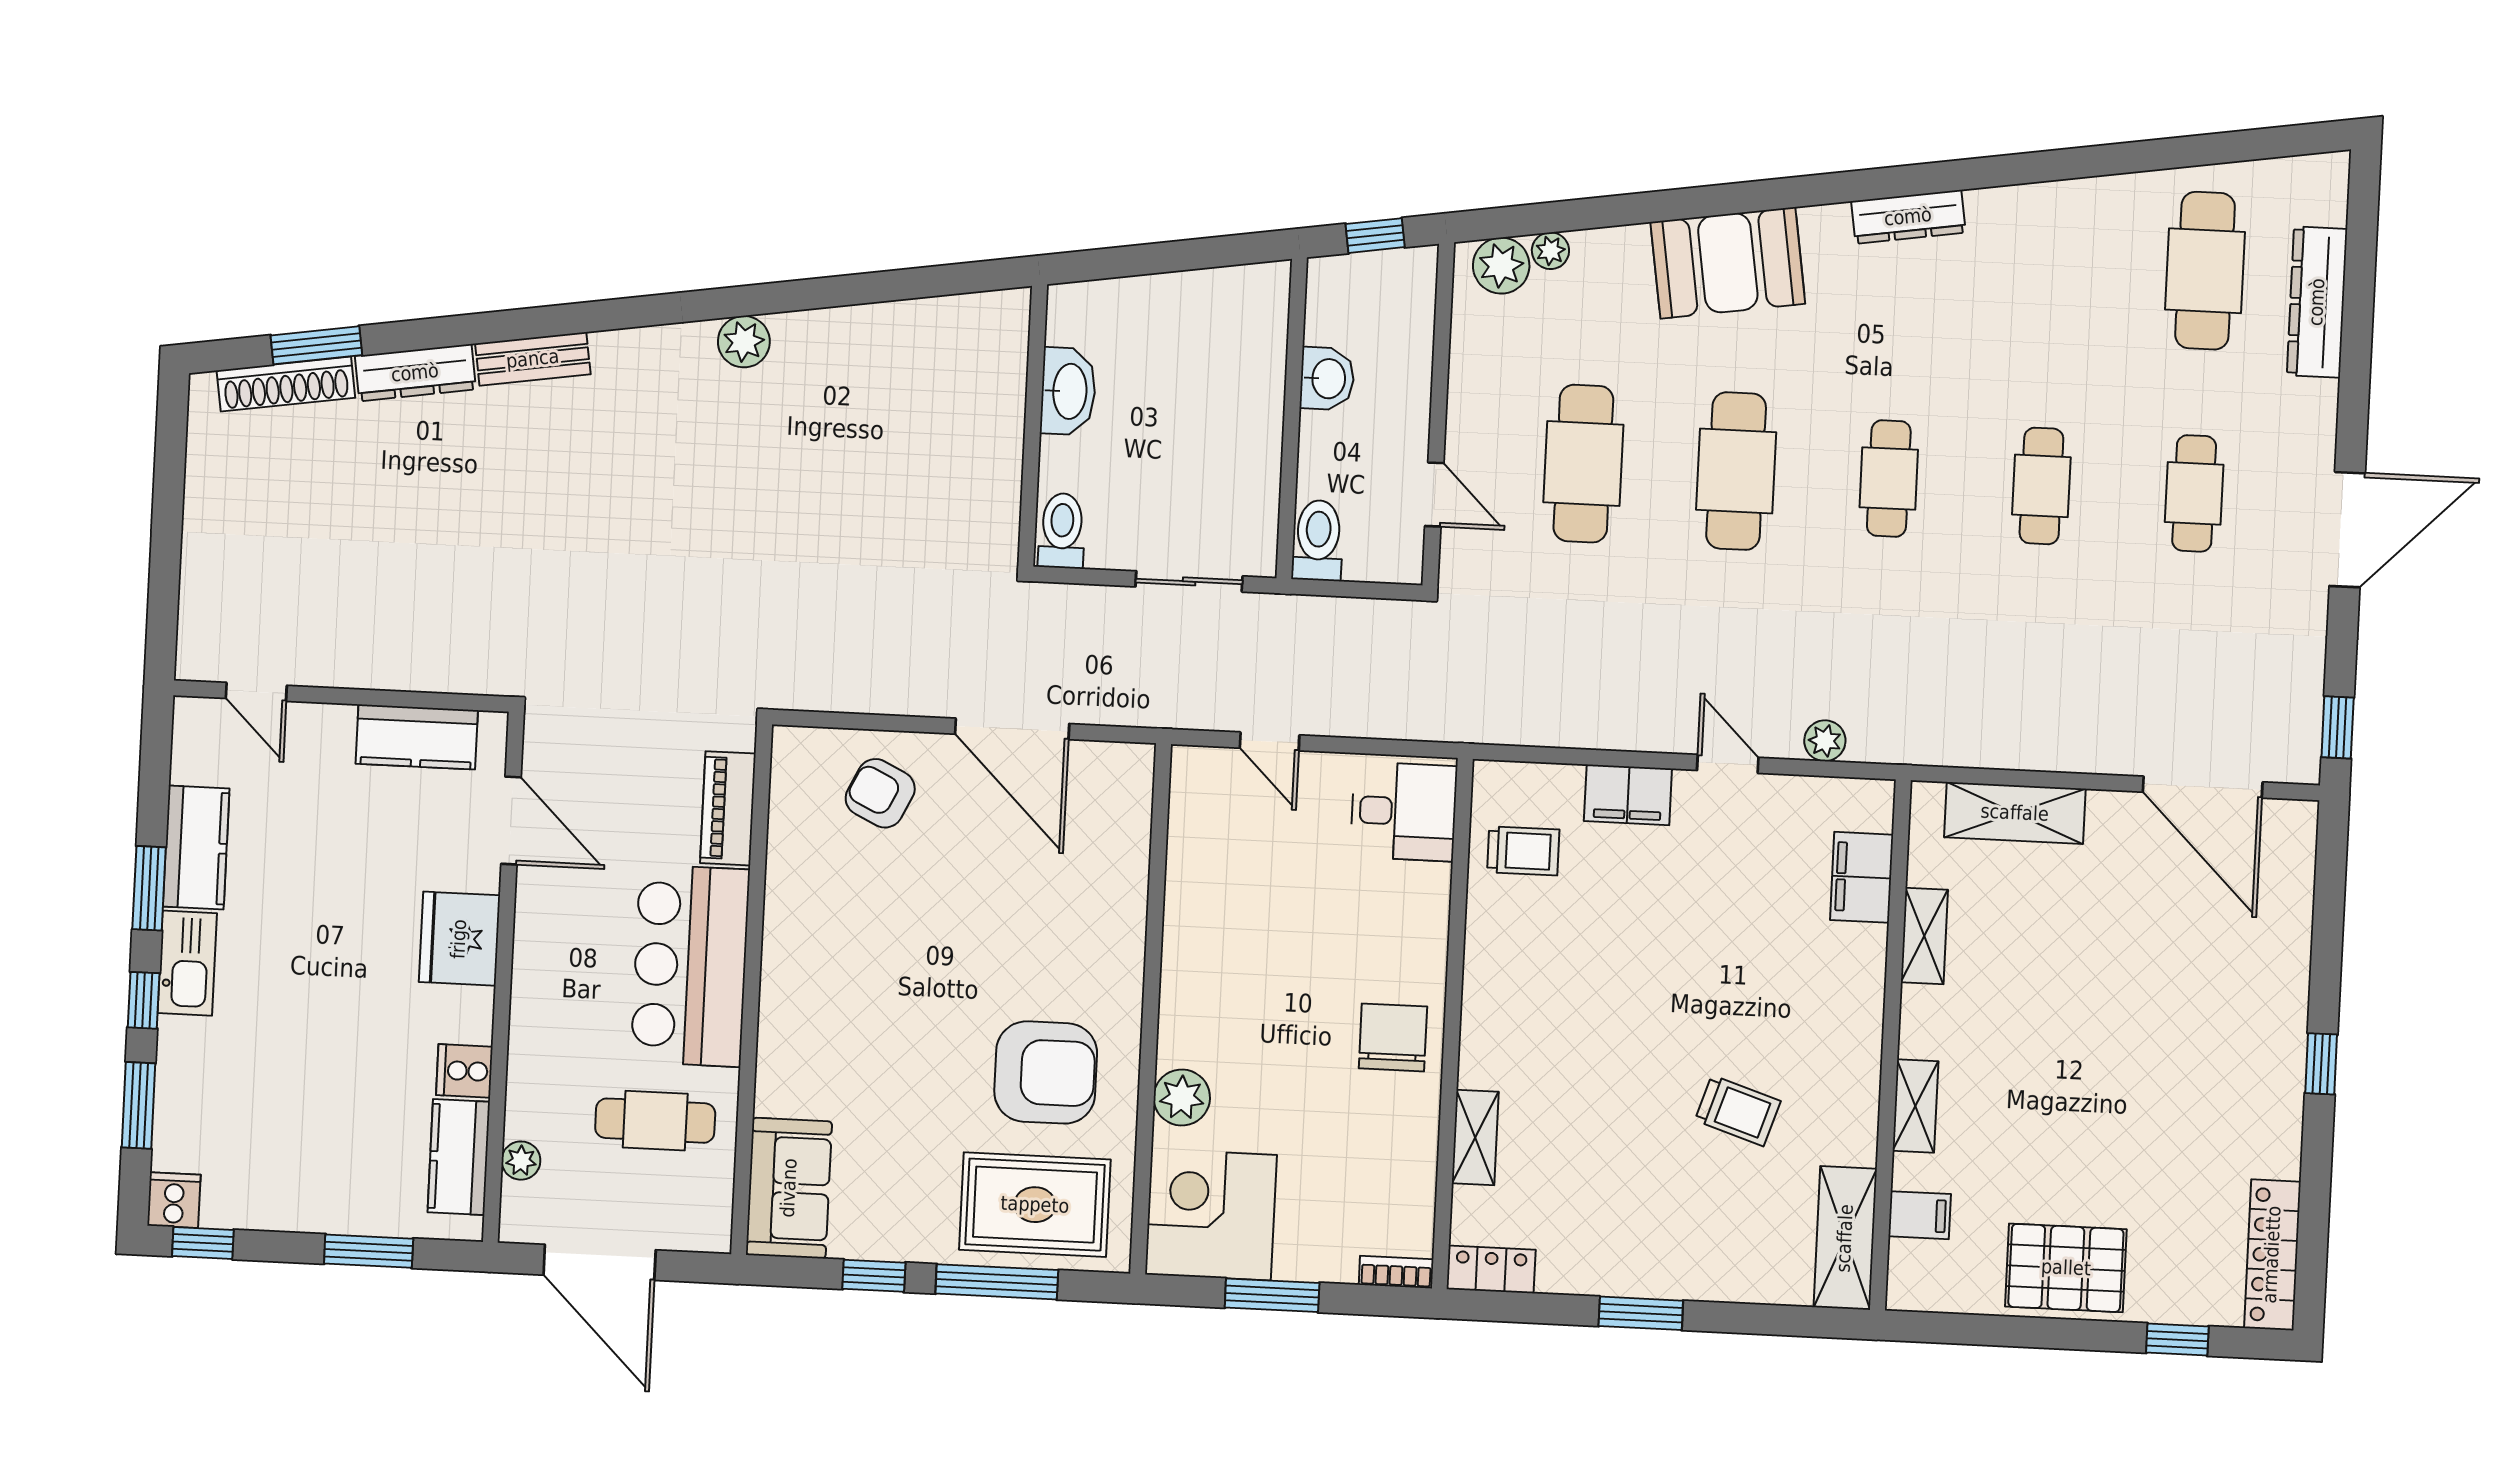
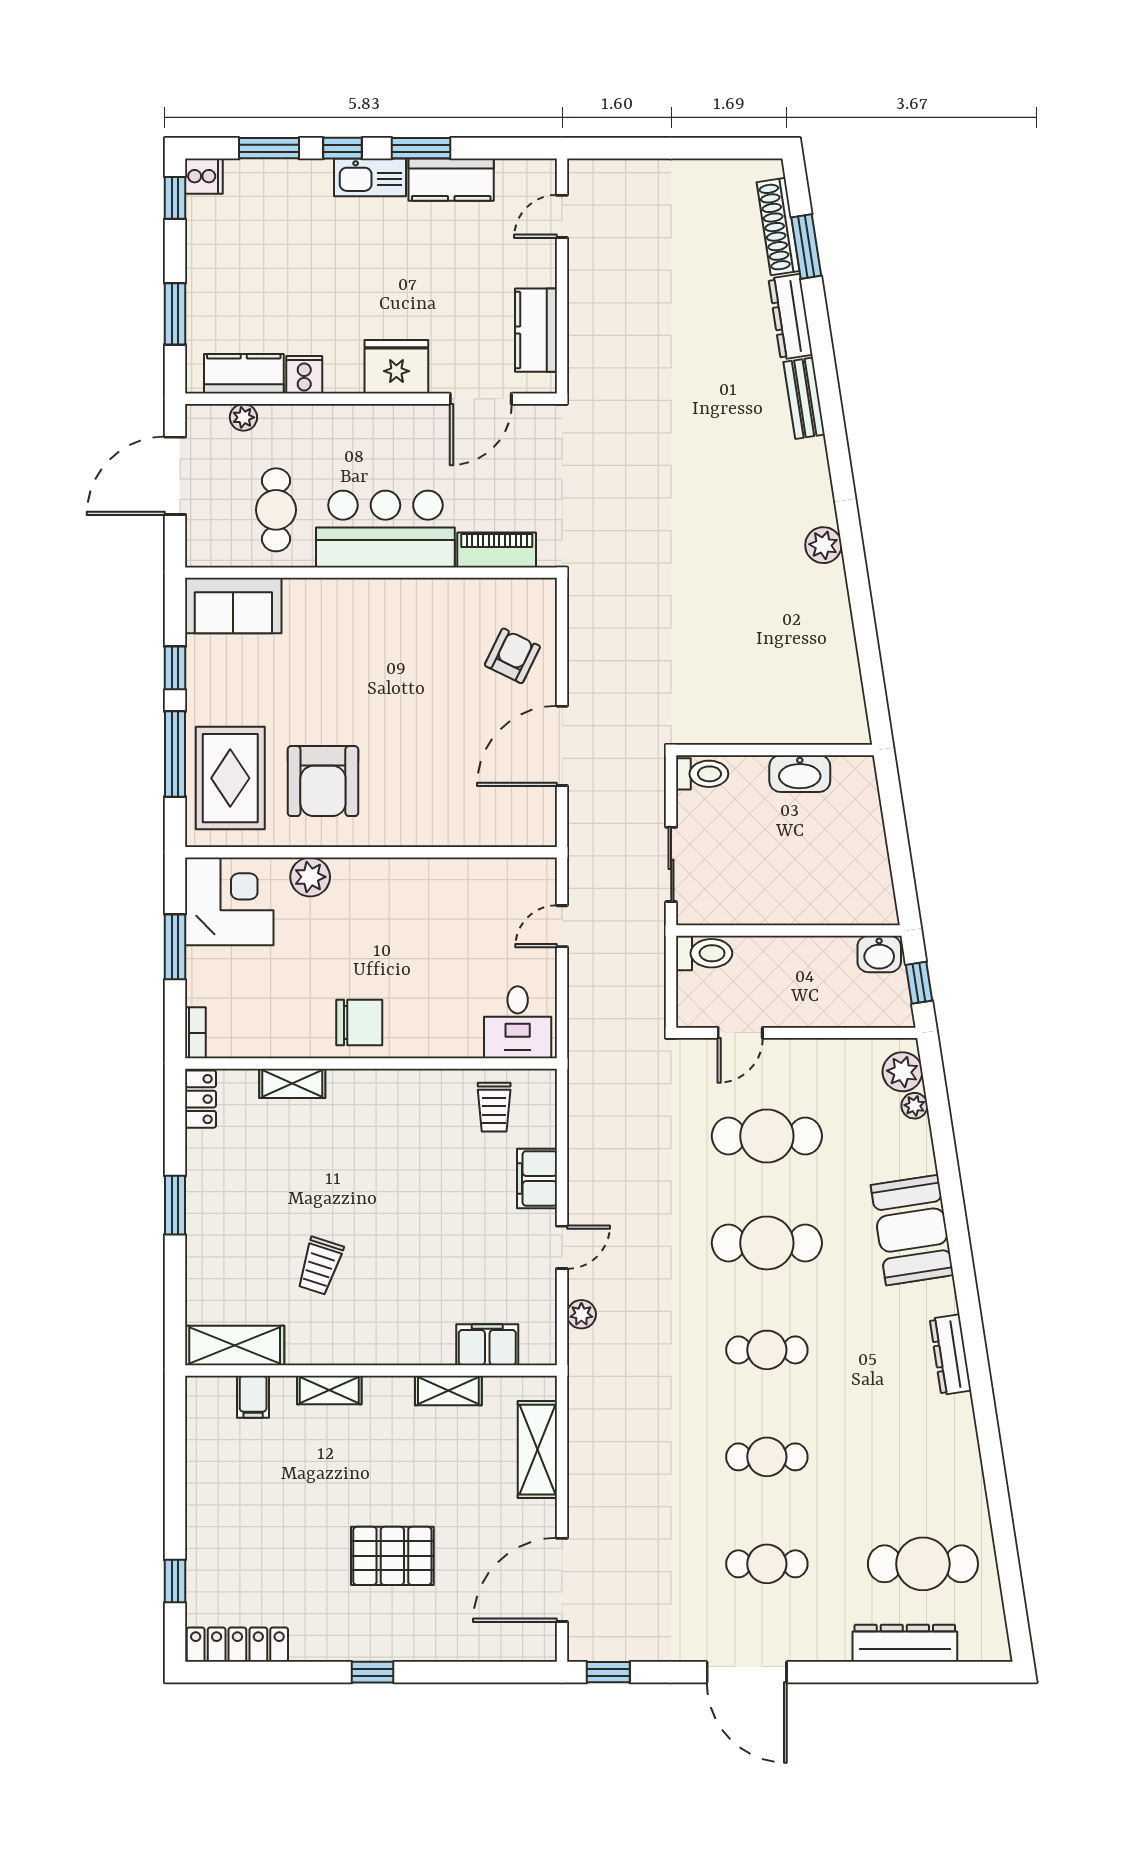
washbasin: (1327, 379) -> (879, 954), moved
pallet: (2066, 1268) -> (392, 1556), moved, turned 90

